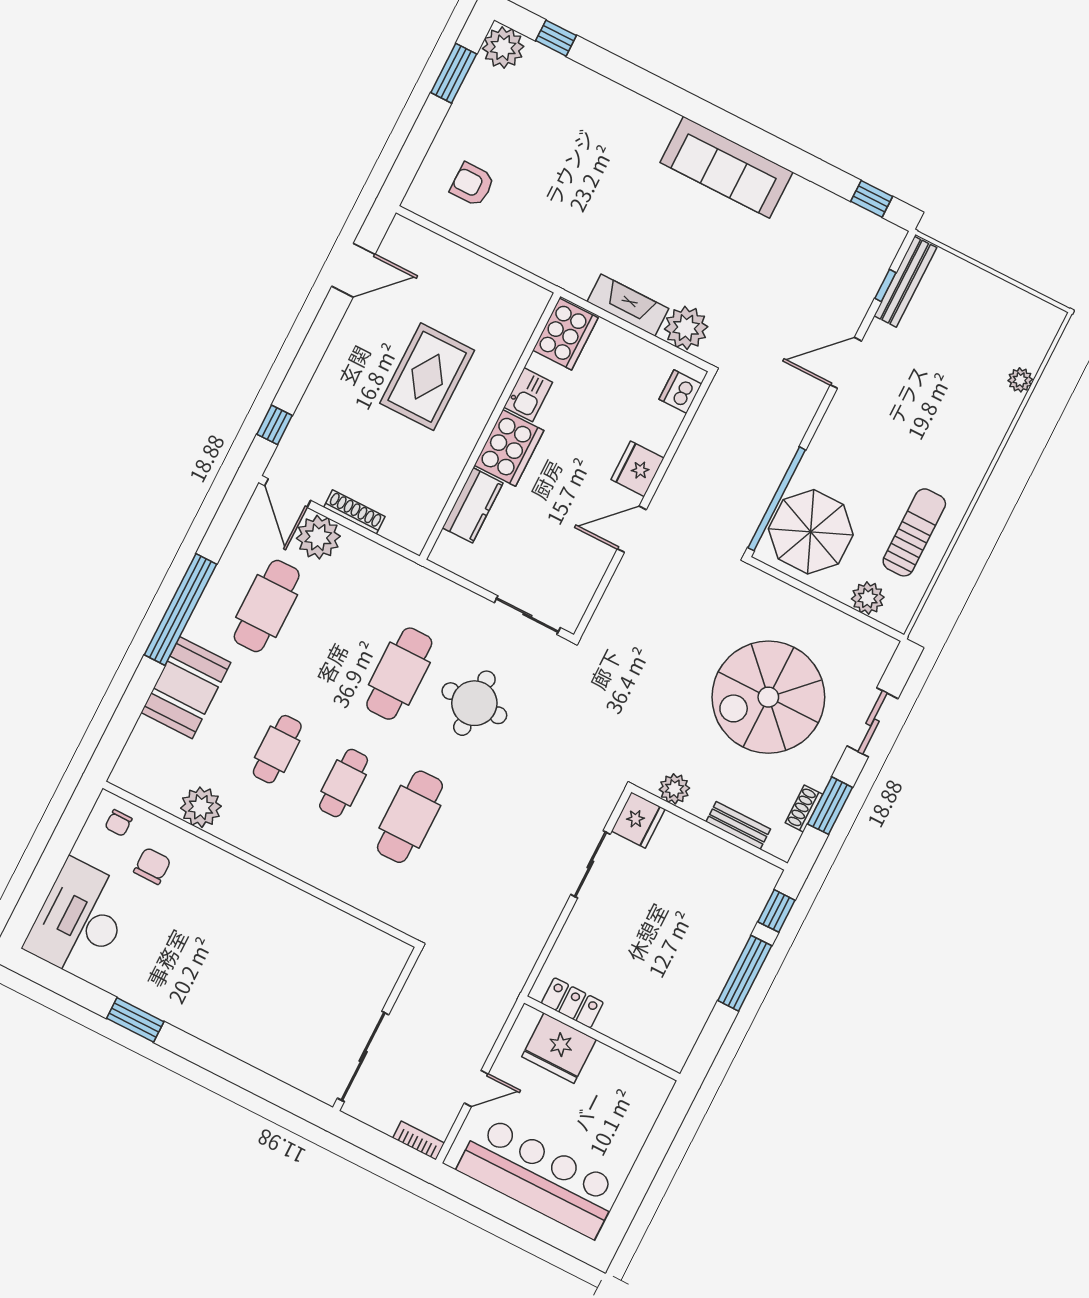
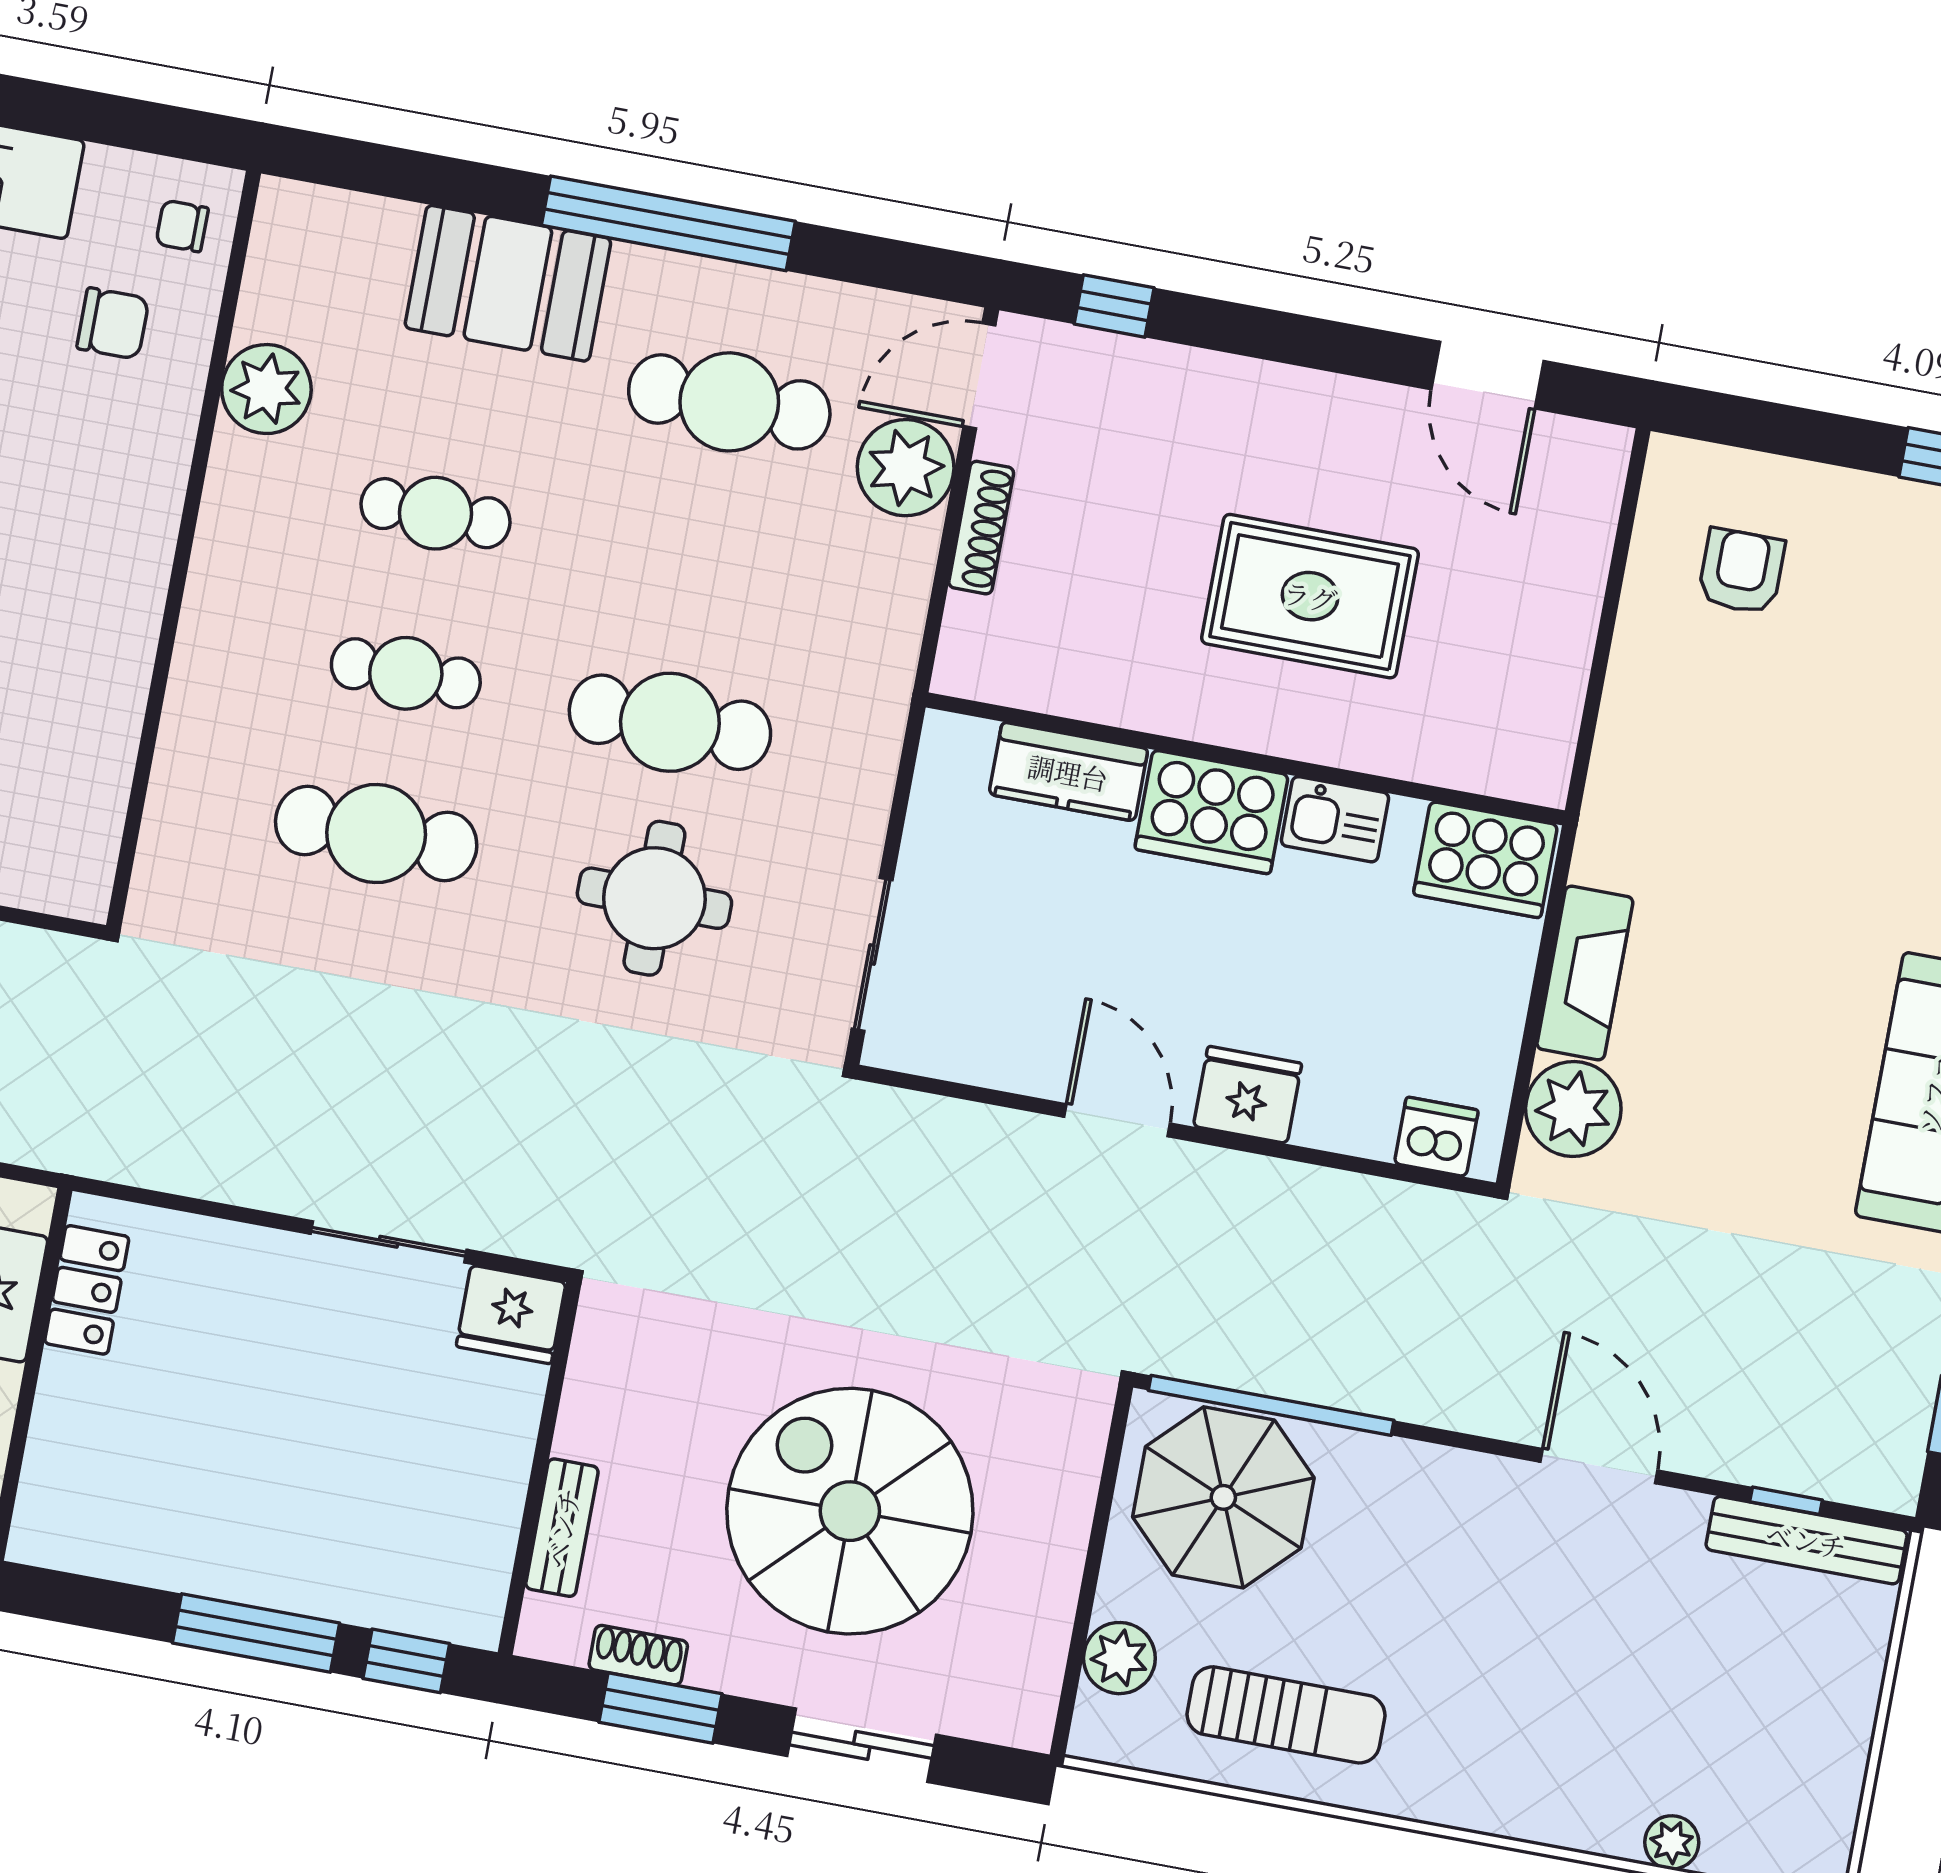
plant: (674, 789) -> (599, 1371), removed

